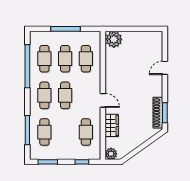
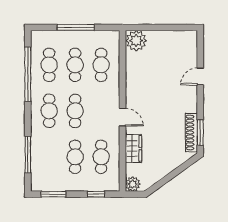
cafe table: (44, 132) -> (75, 157), moved

